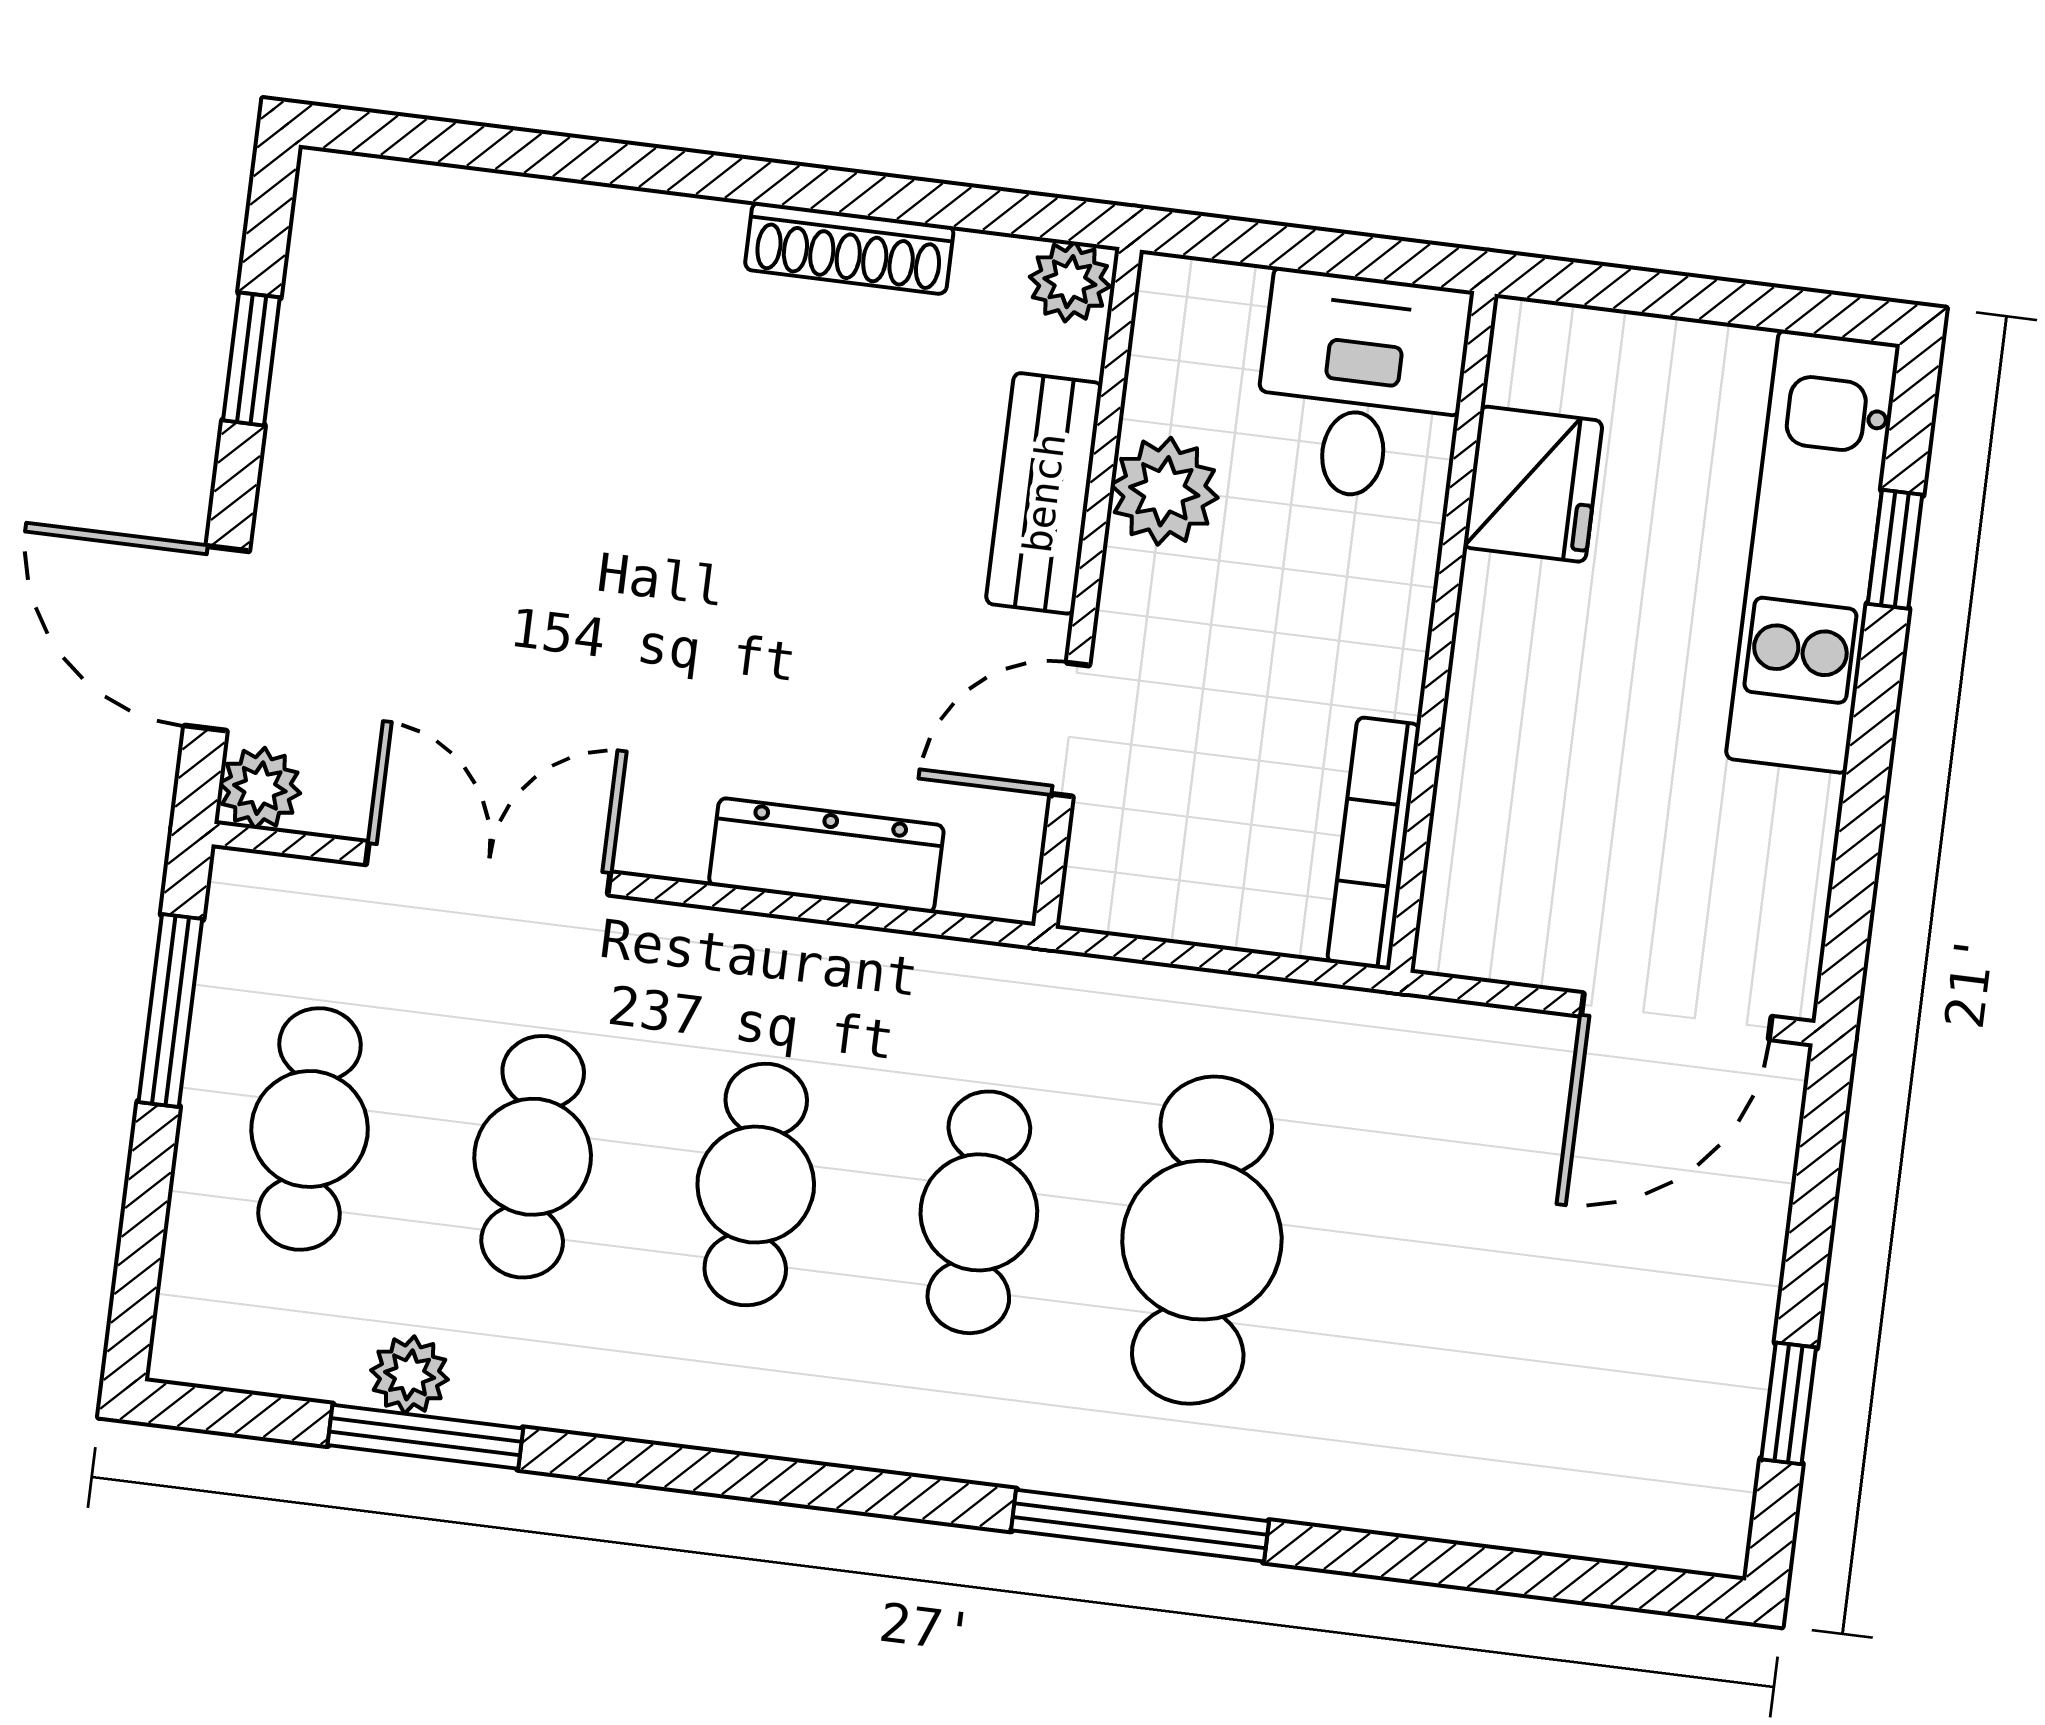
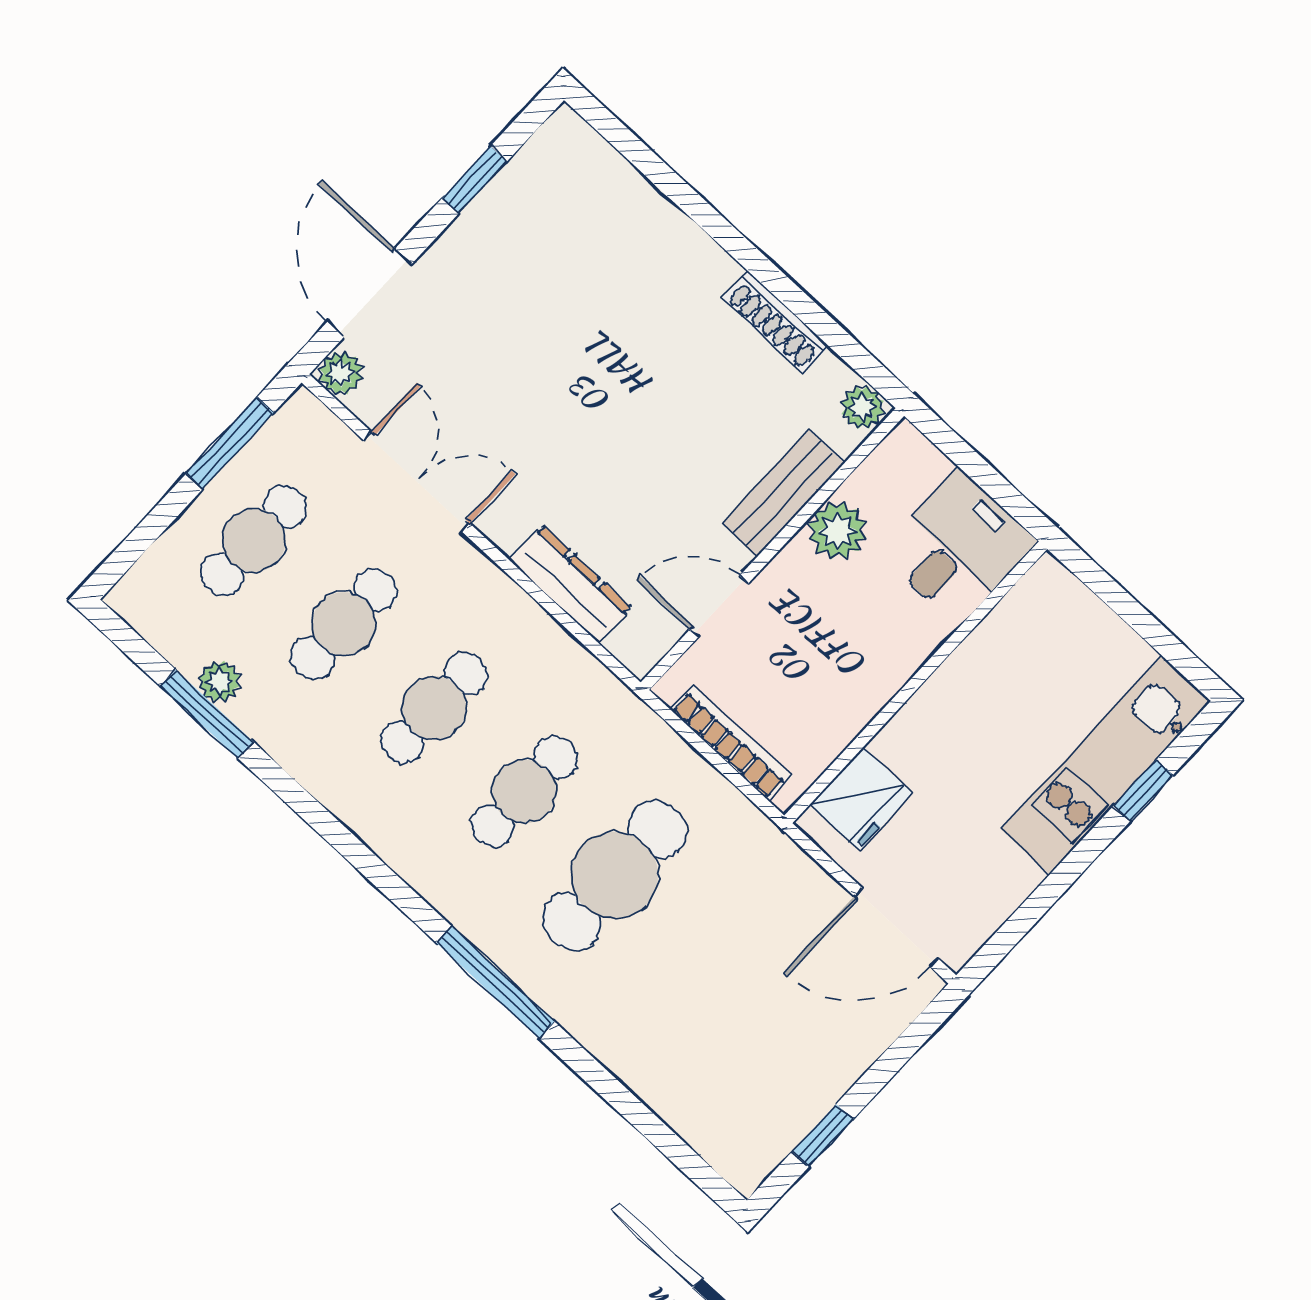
fridge: (1533, 484) -> (861, 799), moved
bookcase: (1374, 843) -> (731, 742), moved, turned 90

